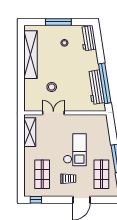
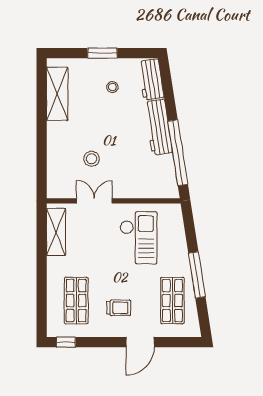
window: (58, 22) -> (102, 53), width x0.69
shelving: (31, 55) -> (57, 94), width x0.68
workbench: (96, 87) -> (158, 127), moved
checkout: (75, 150) -> (138, 238), moved

